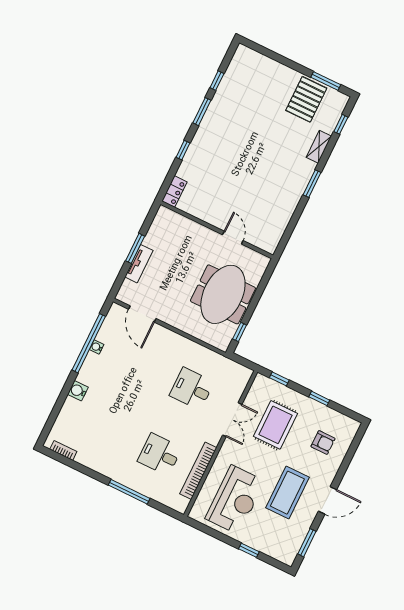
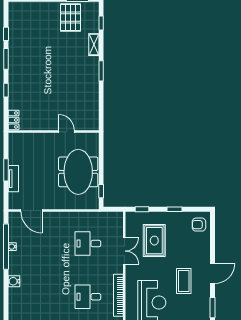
armchair: (323, 442) -> (199, 225), moved, turned 180
coffee table: (287, 493) -> (184, 281), width x0.73, depth x0.76

